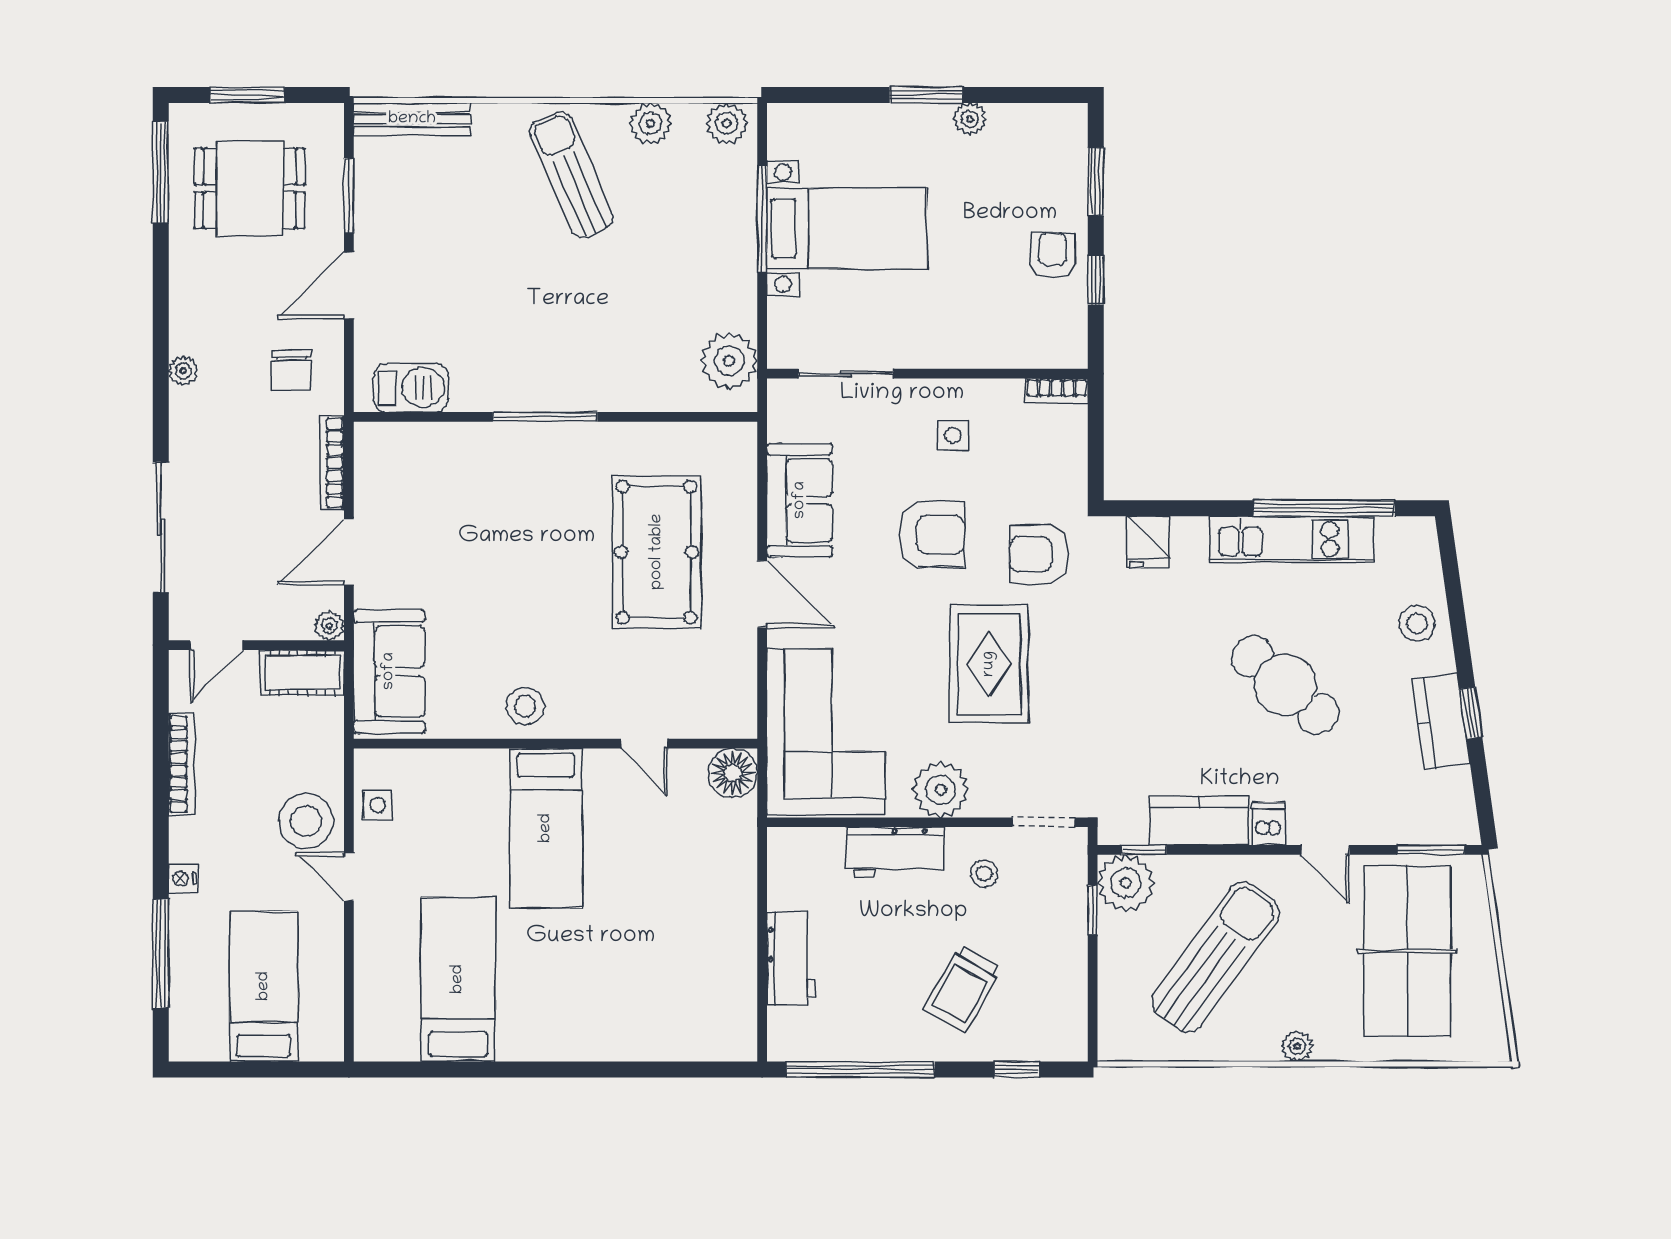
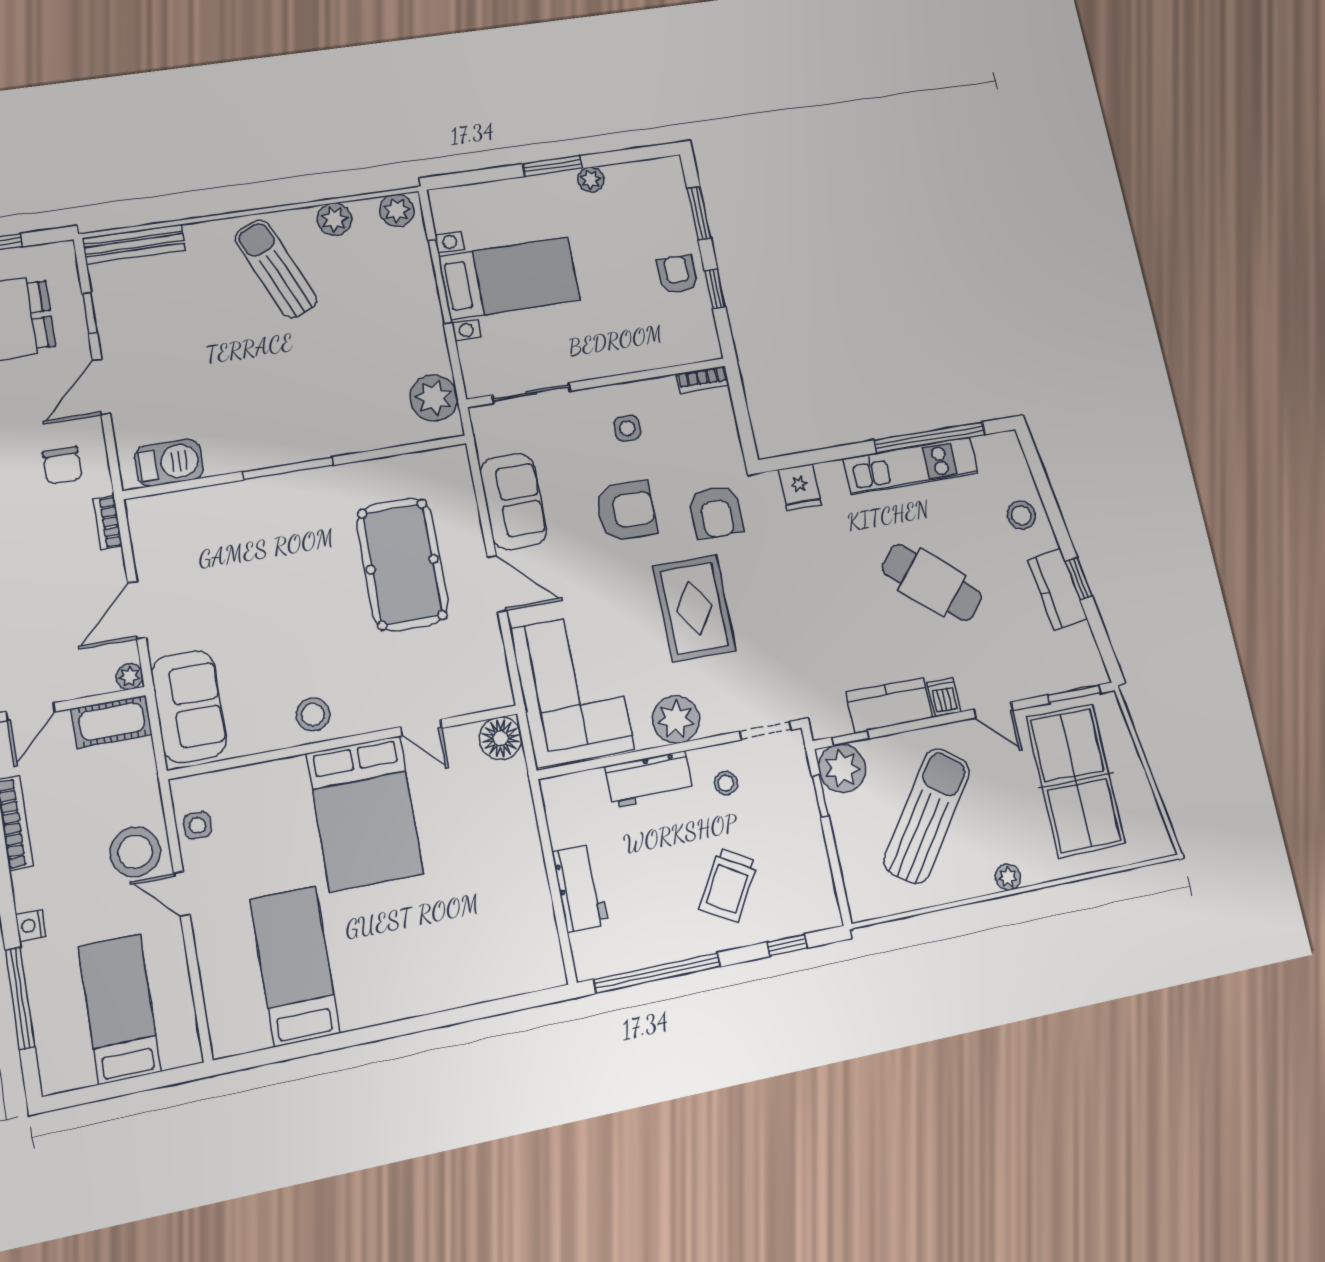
window: (349, 195) -> (90, 313), width x0.67
bookcase: (332, 463) -> (108, 523), width x0.64
armchair: (1039, 554) -> (716, 512), turned -90
bed: (546, 828) -> (365, 814), width x1.50

